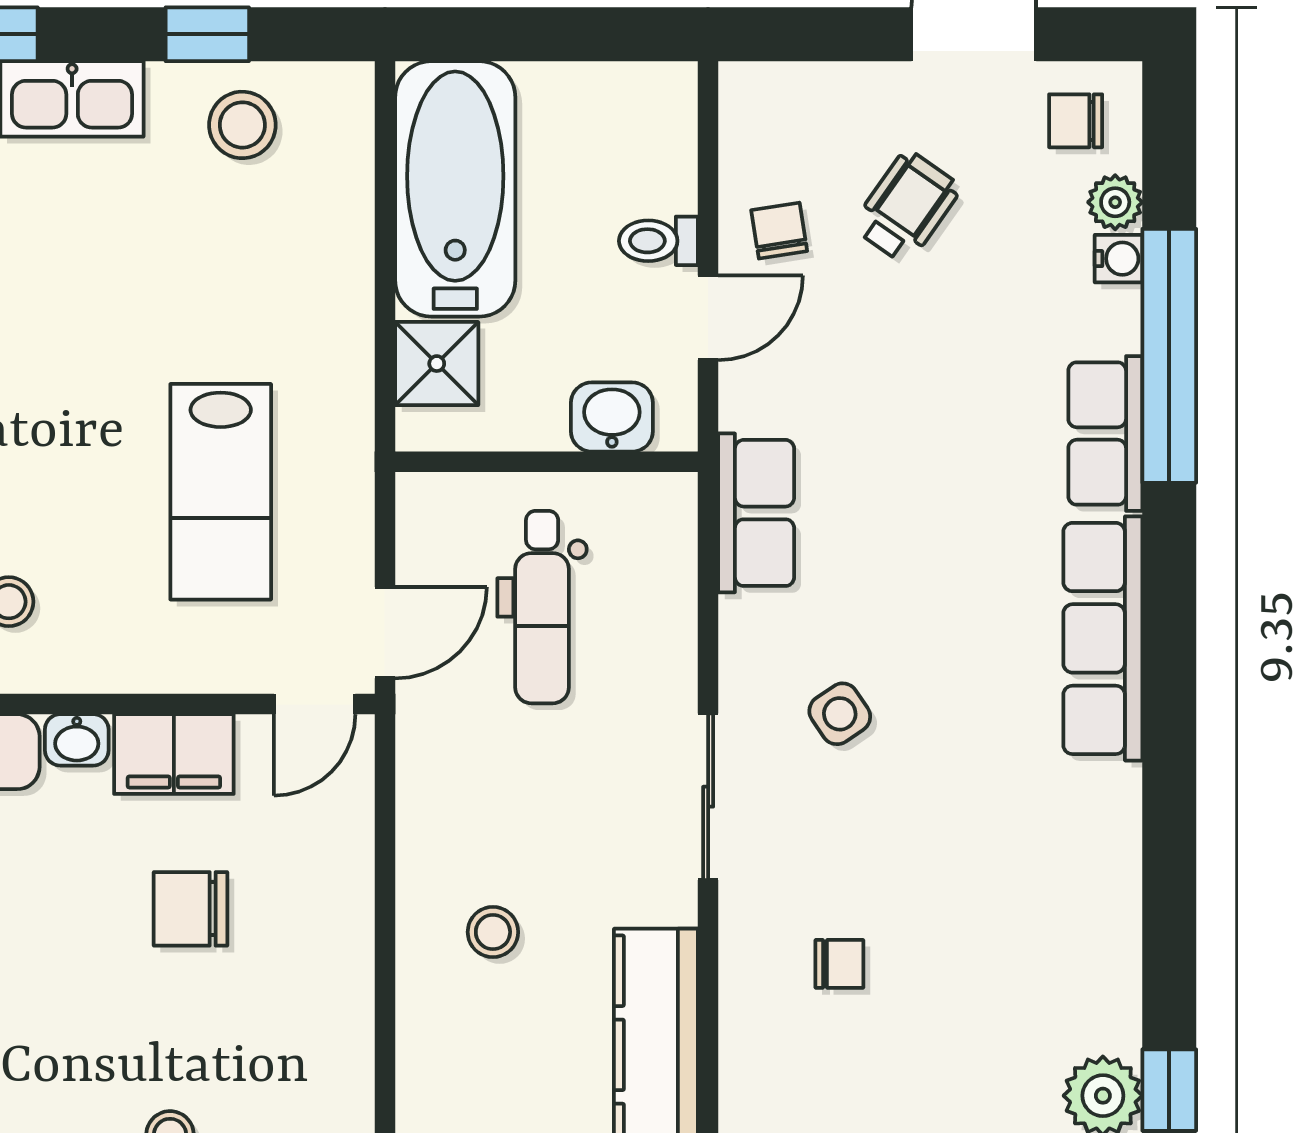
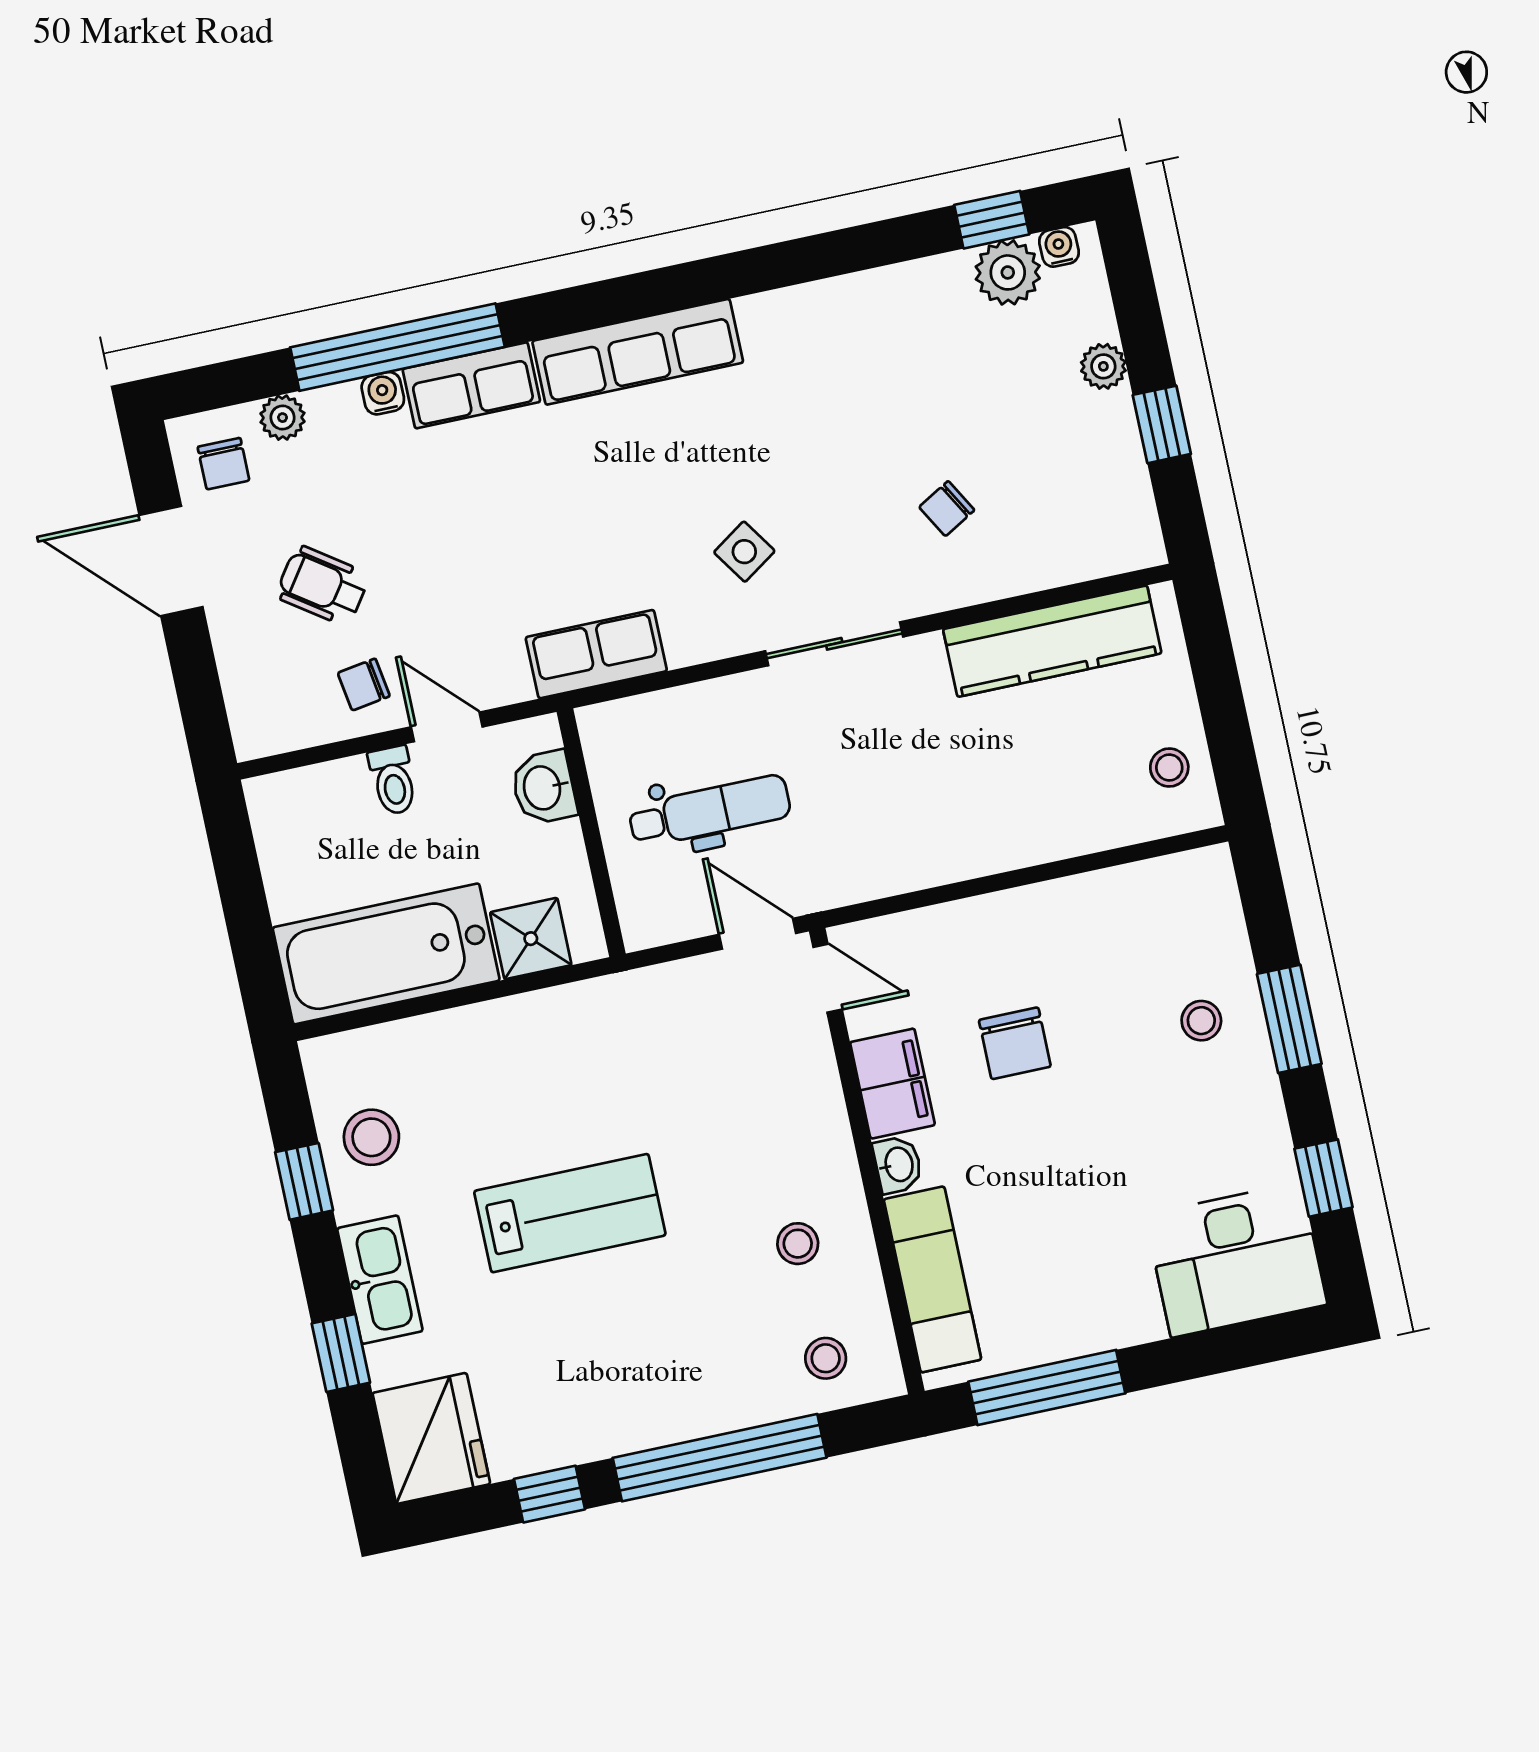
water cooler: (1118, 259) -> (383, 393), moved
lab bench: (221, 492) -> (570, 1213), moved
stool: (493, 932) -> (981, 795), removed
chair: (839, 964) -> (947, 509), turned -120

